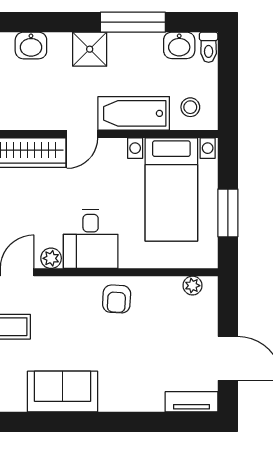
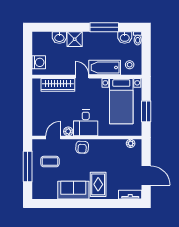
shower: (90, 49) -> (75, 39), moved
door: (82, 134) -> (82, 77), swing flipped
armchair: (117, 299) -> (82, 147), moved
rug: (119, 378) -> (98, 184), added

